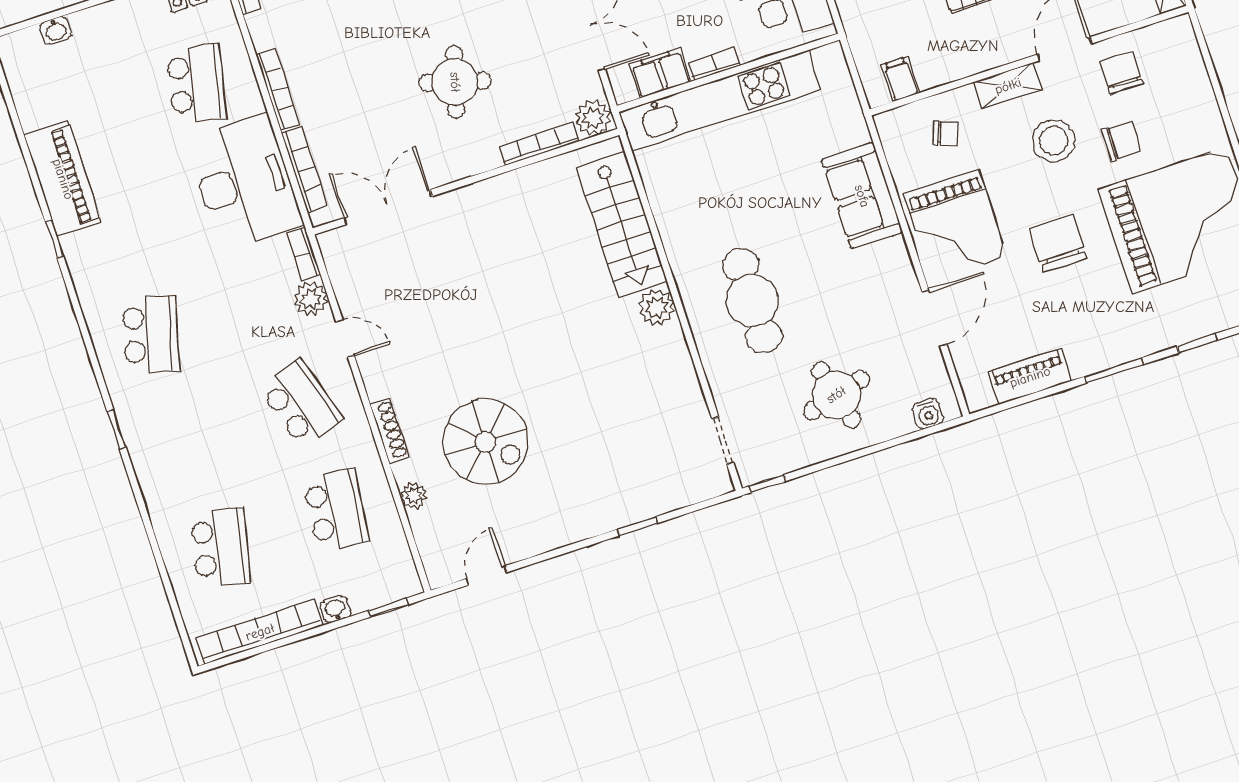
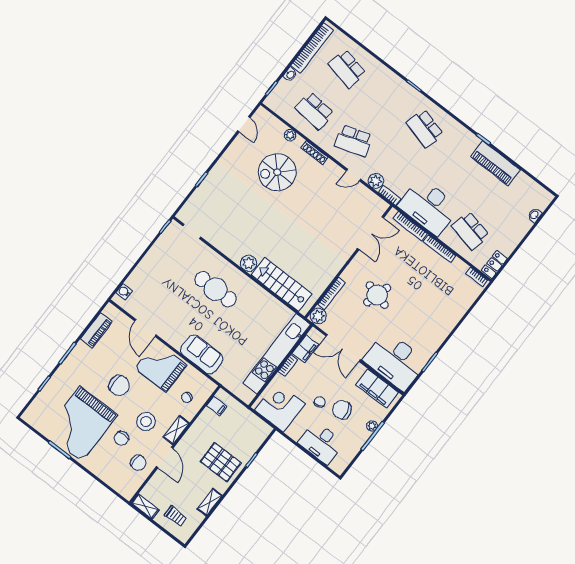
round table: (836, 395) -> (162, 276), removed

